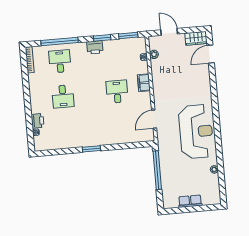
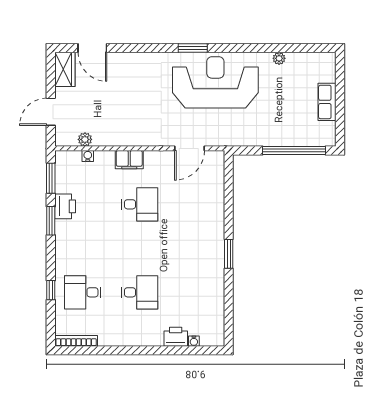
window: (60, 42) -> (51, 290), width x0.32
printer: (95, 47) -> (65, 206), moved
desk: (117, 92) -> (140, 204), turned 180
window: (216, 116) -> (193, 48), added
door: (154, 119) -> (189, 148), hinge flipped
window: (157, 170) -> (294, 151), moved

